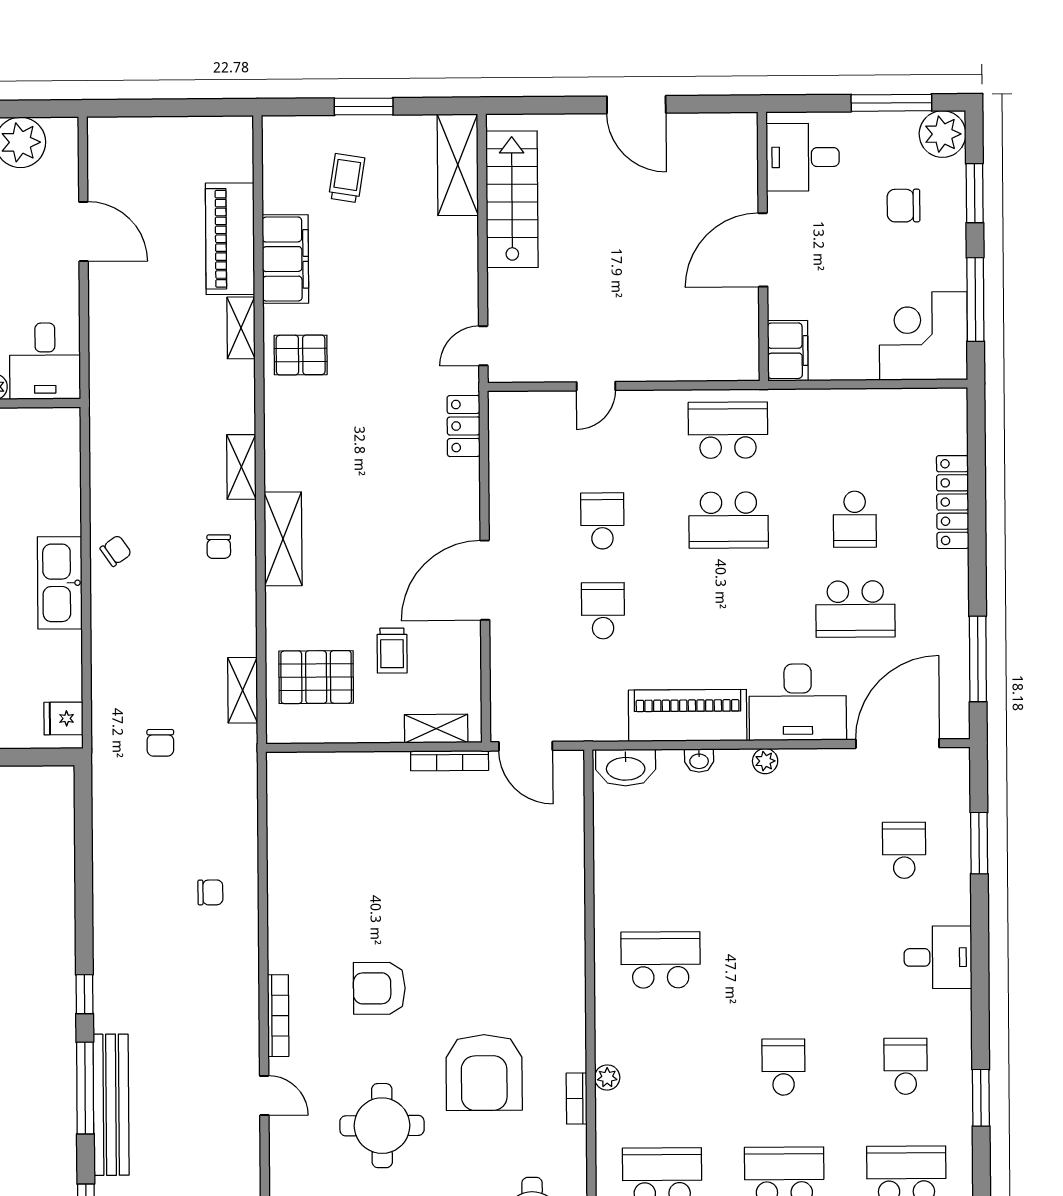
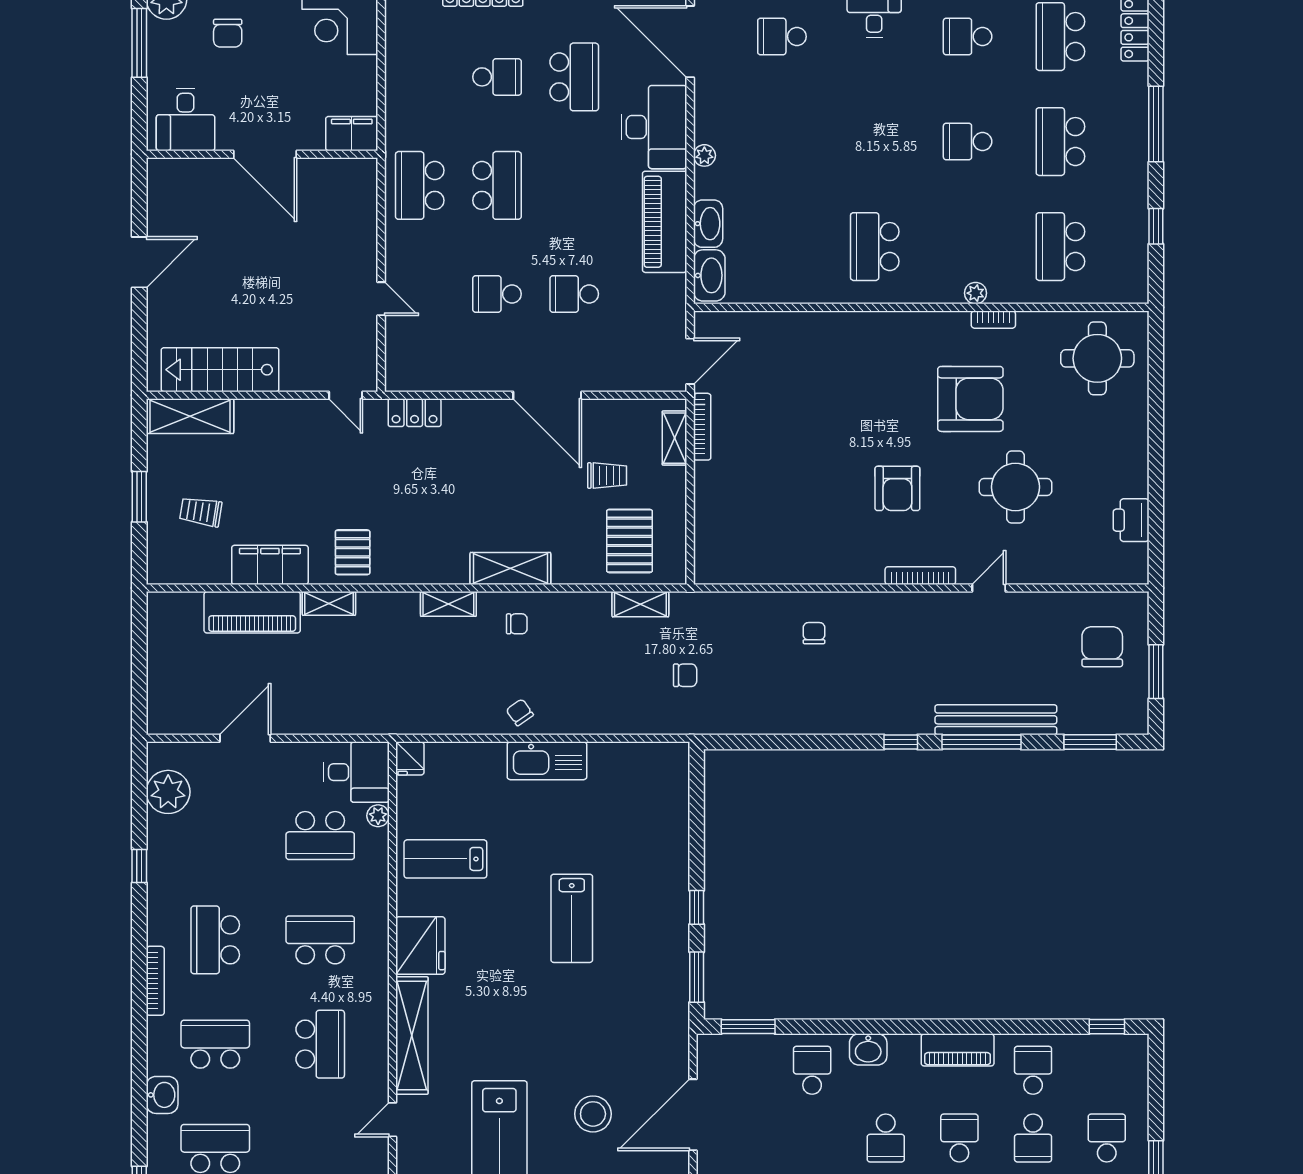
fridge: (63, 718) -> (410, 758), moved
washbasin: (699, 761) -> (708, 224), width x1.91, depth x1.45

